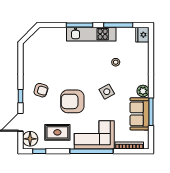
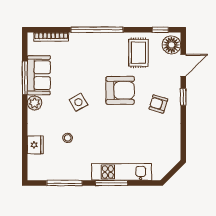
kitchen unit: (91, 34) -> (122, 172), moved
fridge: (142, 35) -> (35, 145), moved
rug: (57, 132) -> (138, 53), turned 90
corner sofa: (94, 135) -> (94, 50), removed

